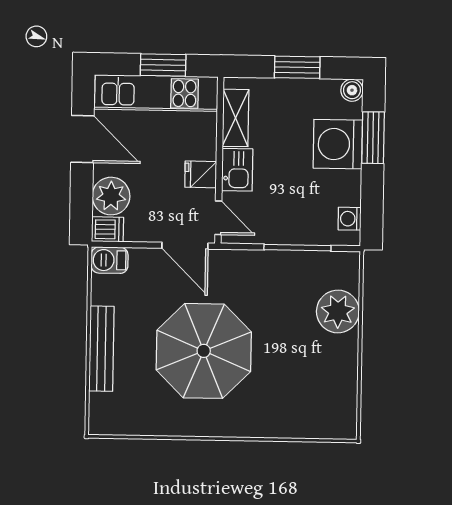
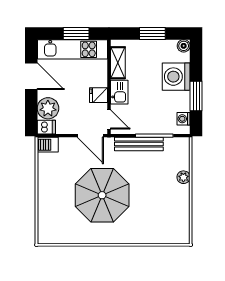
window: (373, 138) -> (196, 96), moved
plant: (338, 311) -> (183, 177), width x0.53, depth x0.53
bench: (101, 349) -> (139, 144), moved, turned 90

